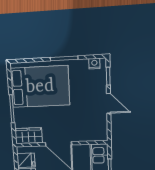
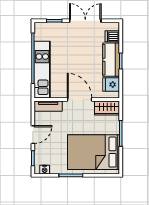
door: (109, 103) -> (33, 135), swing flipped
tv unit: (92, 136) -> (48, 106), added

